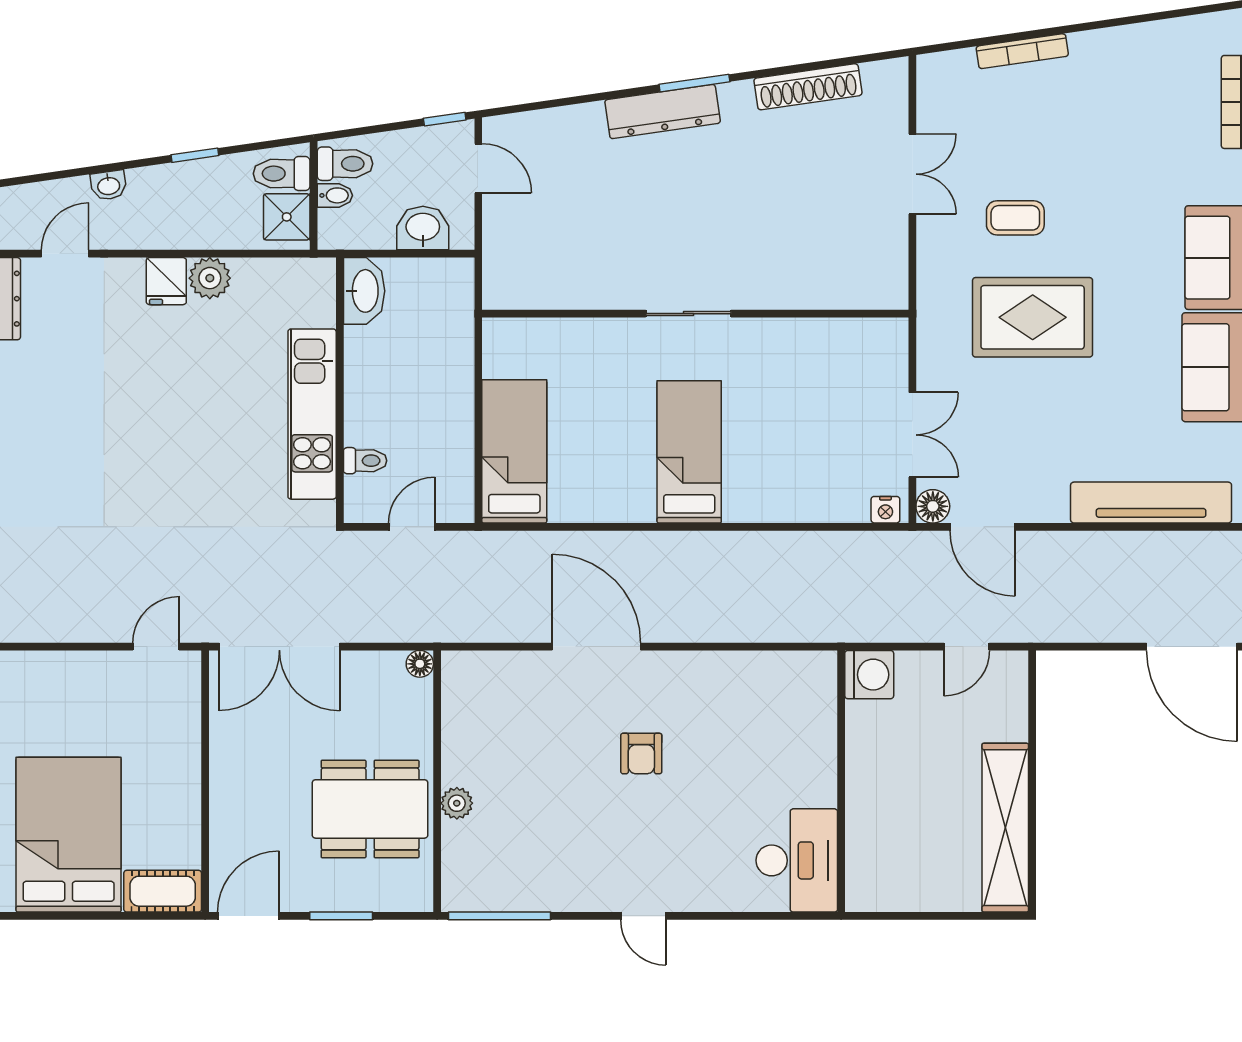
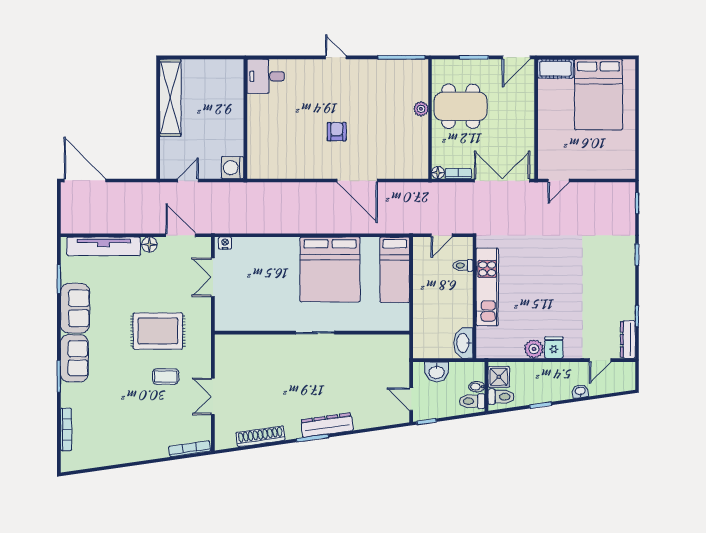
bookcase: (1022, 51) -> (190, 449), moved
bed: (689, 452) -> (330, 269), width x2.04
floor lamp: (933, 506) -> (149, 245), moved
bookcase: (375, 662) -> (458, 174), added
desk: (797, 860) -> (266, 76), width x0.73

